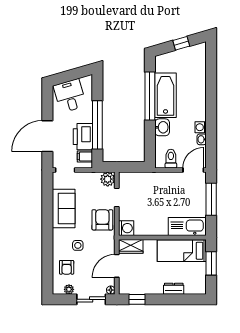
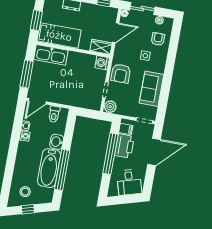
stool: (188, 63) -> (25, 192), added

